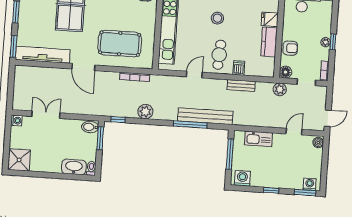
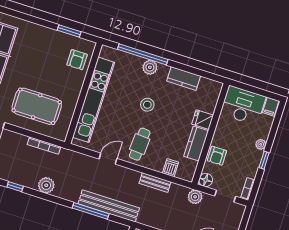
plant: (326, 42) -> (261, 144), moved
armchair: (290, 48) -> (217, 156), turned 90
dishwasher: (239, 68) -> (171, 168), moved

